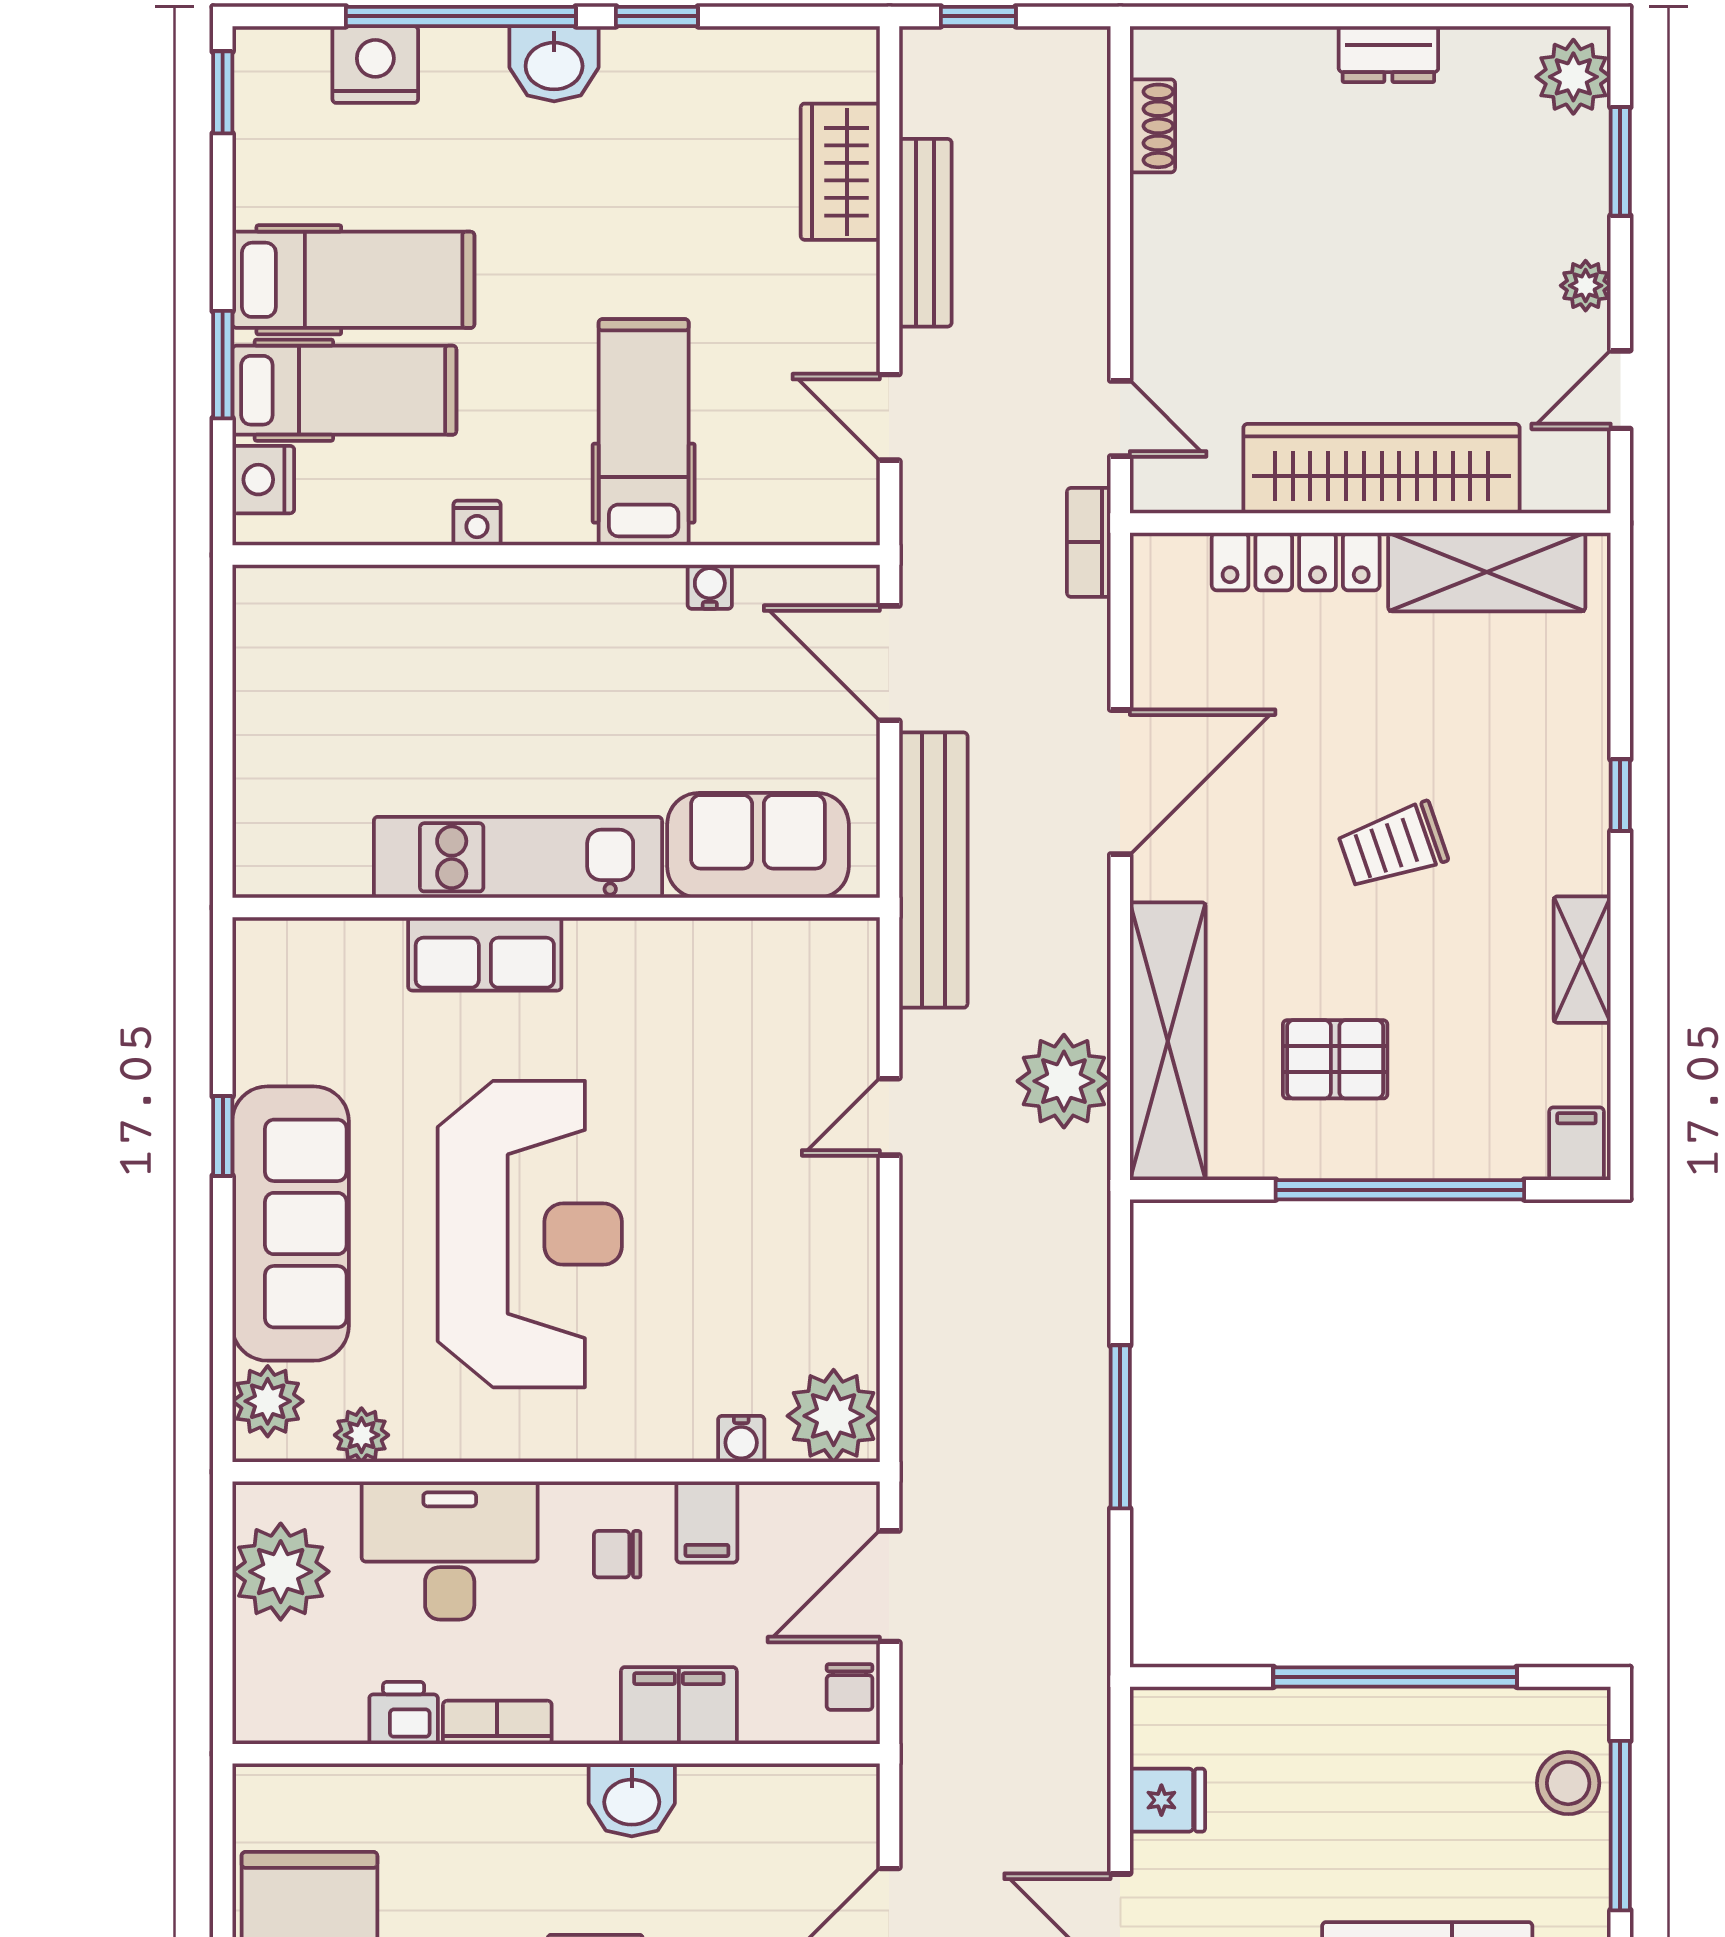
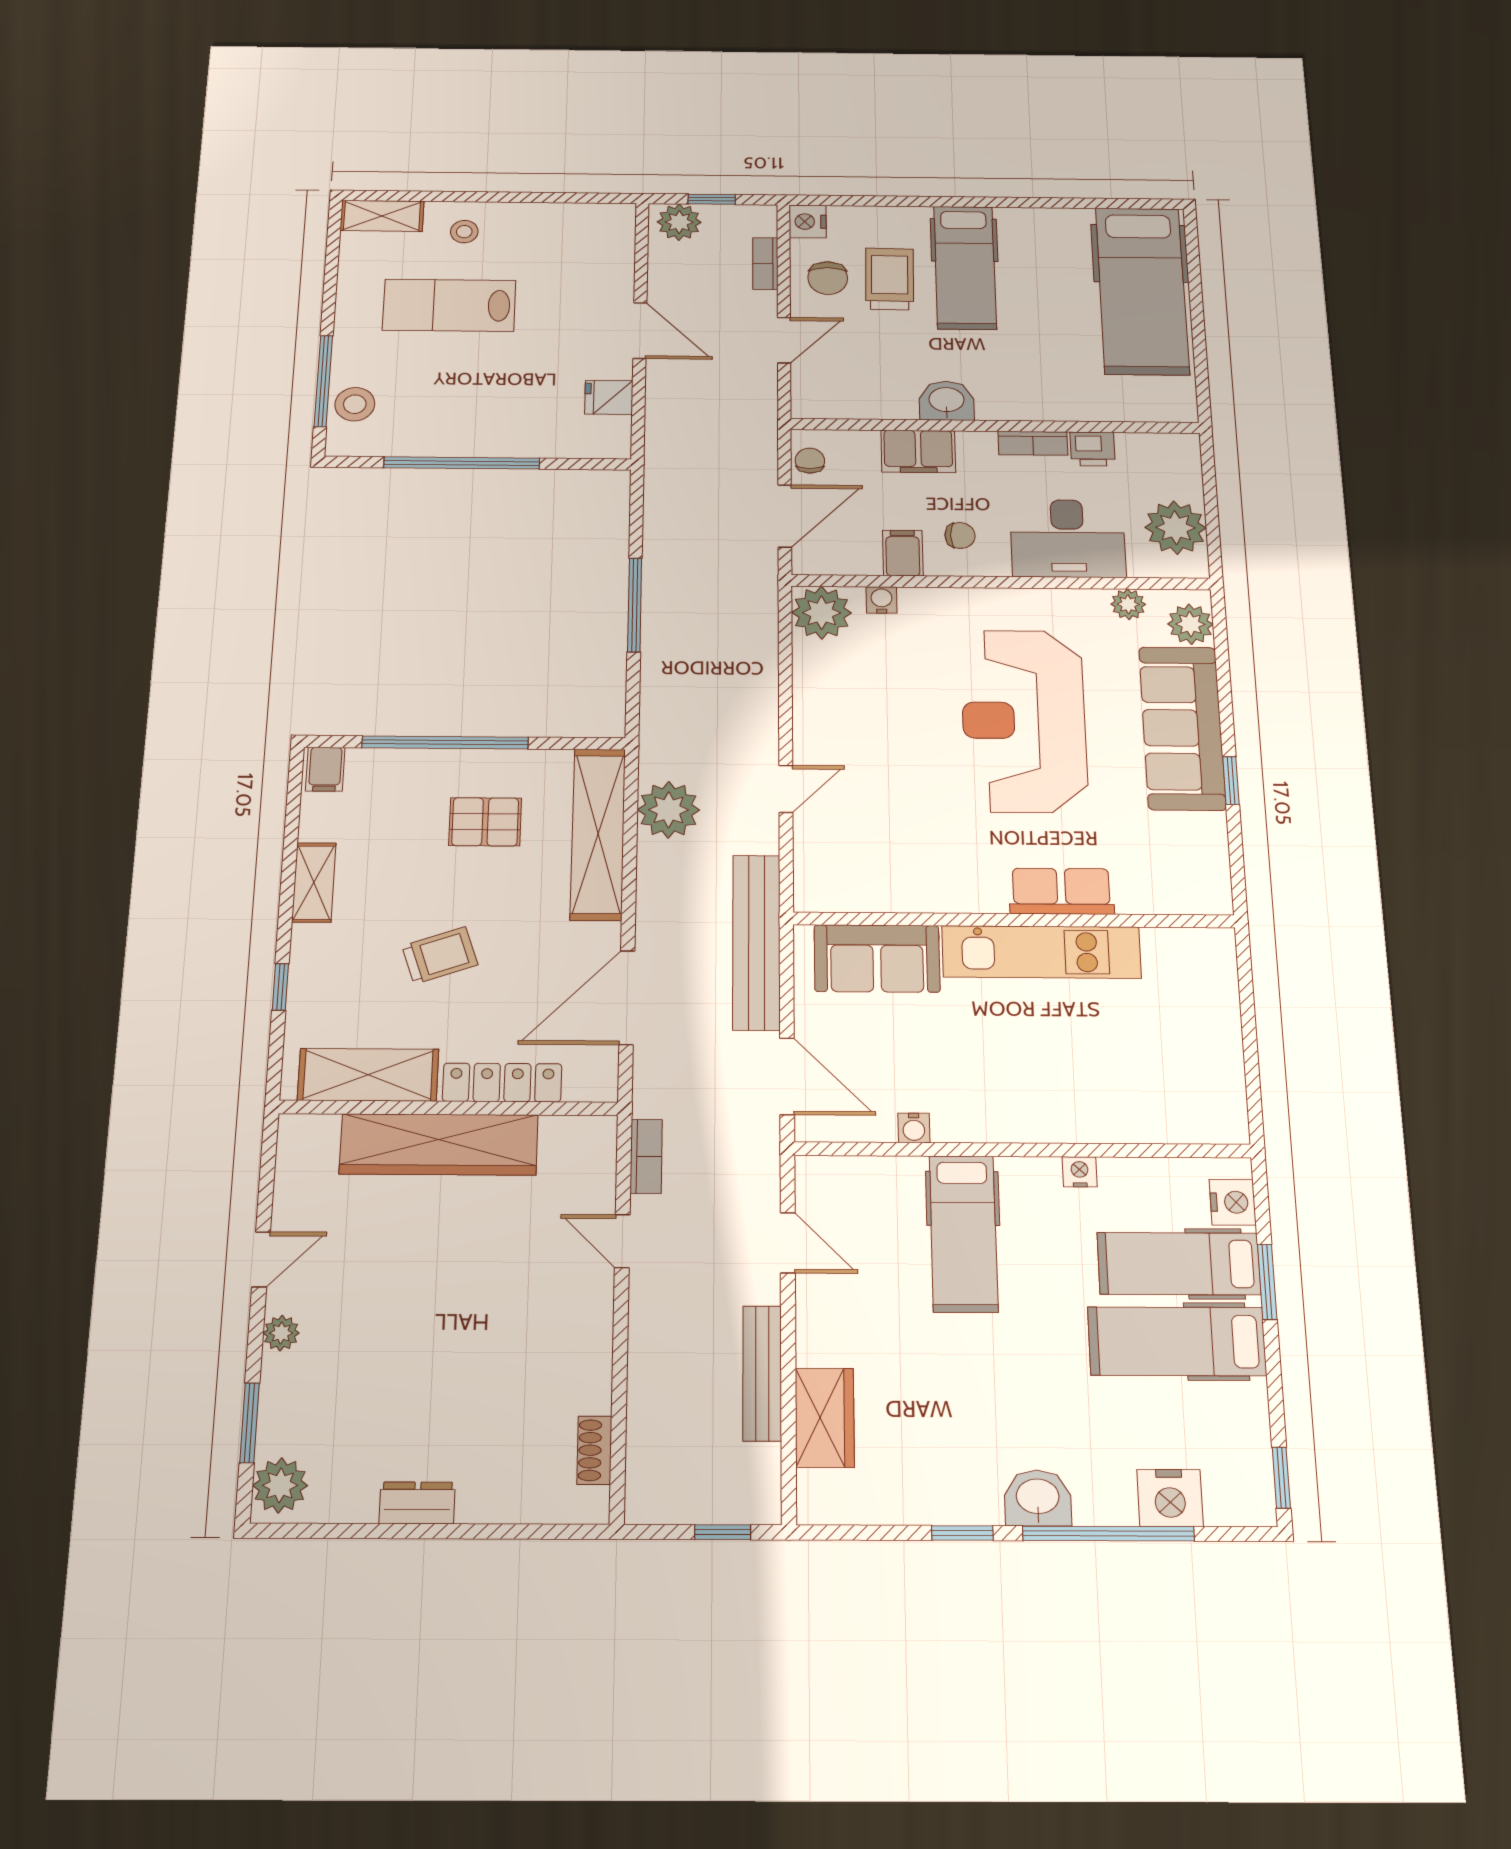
wardrobe: (1382, 469) -> (439, 1144), moved
wall: (1370, 523) -> (449, 1108), moved
locker: (1296, 561) -> (502, 1083), moved
shelving: (1487, 572) -> (368, 1075), moved

